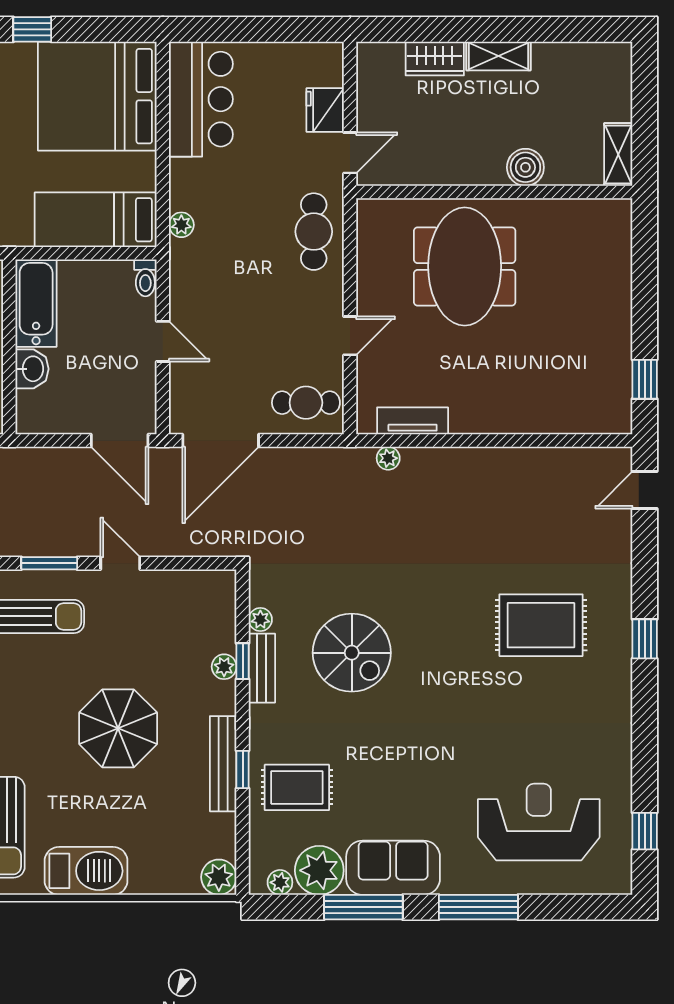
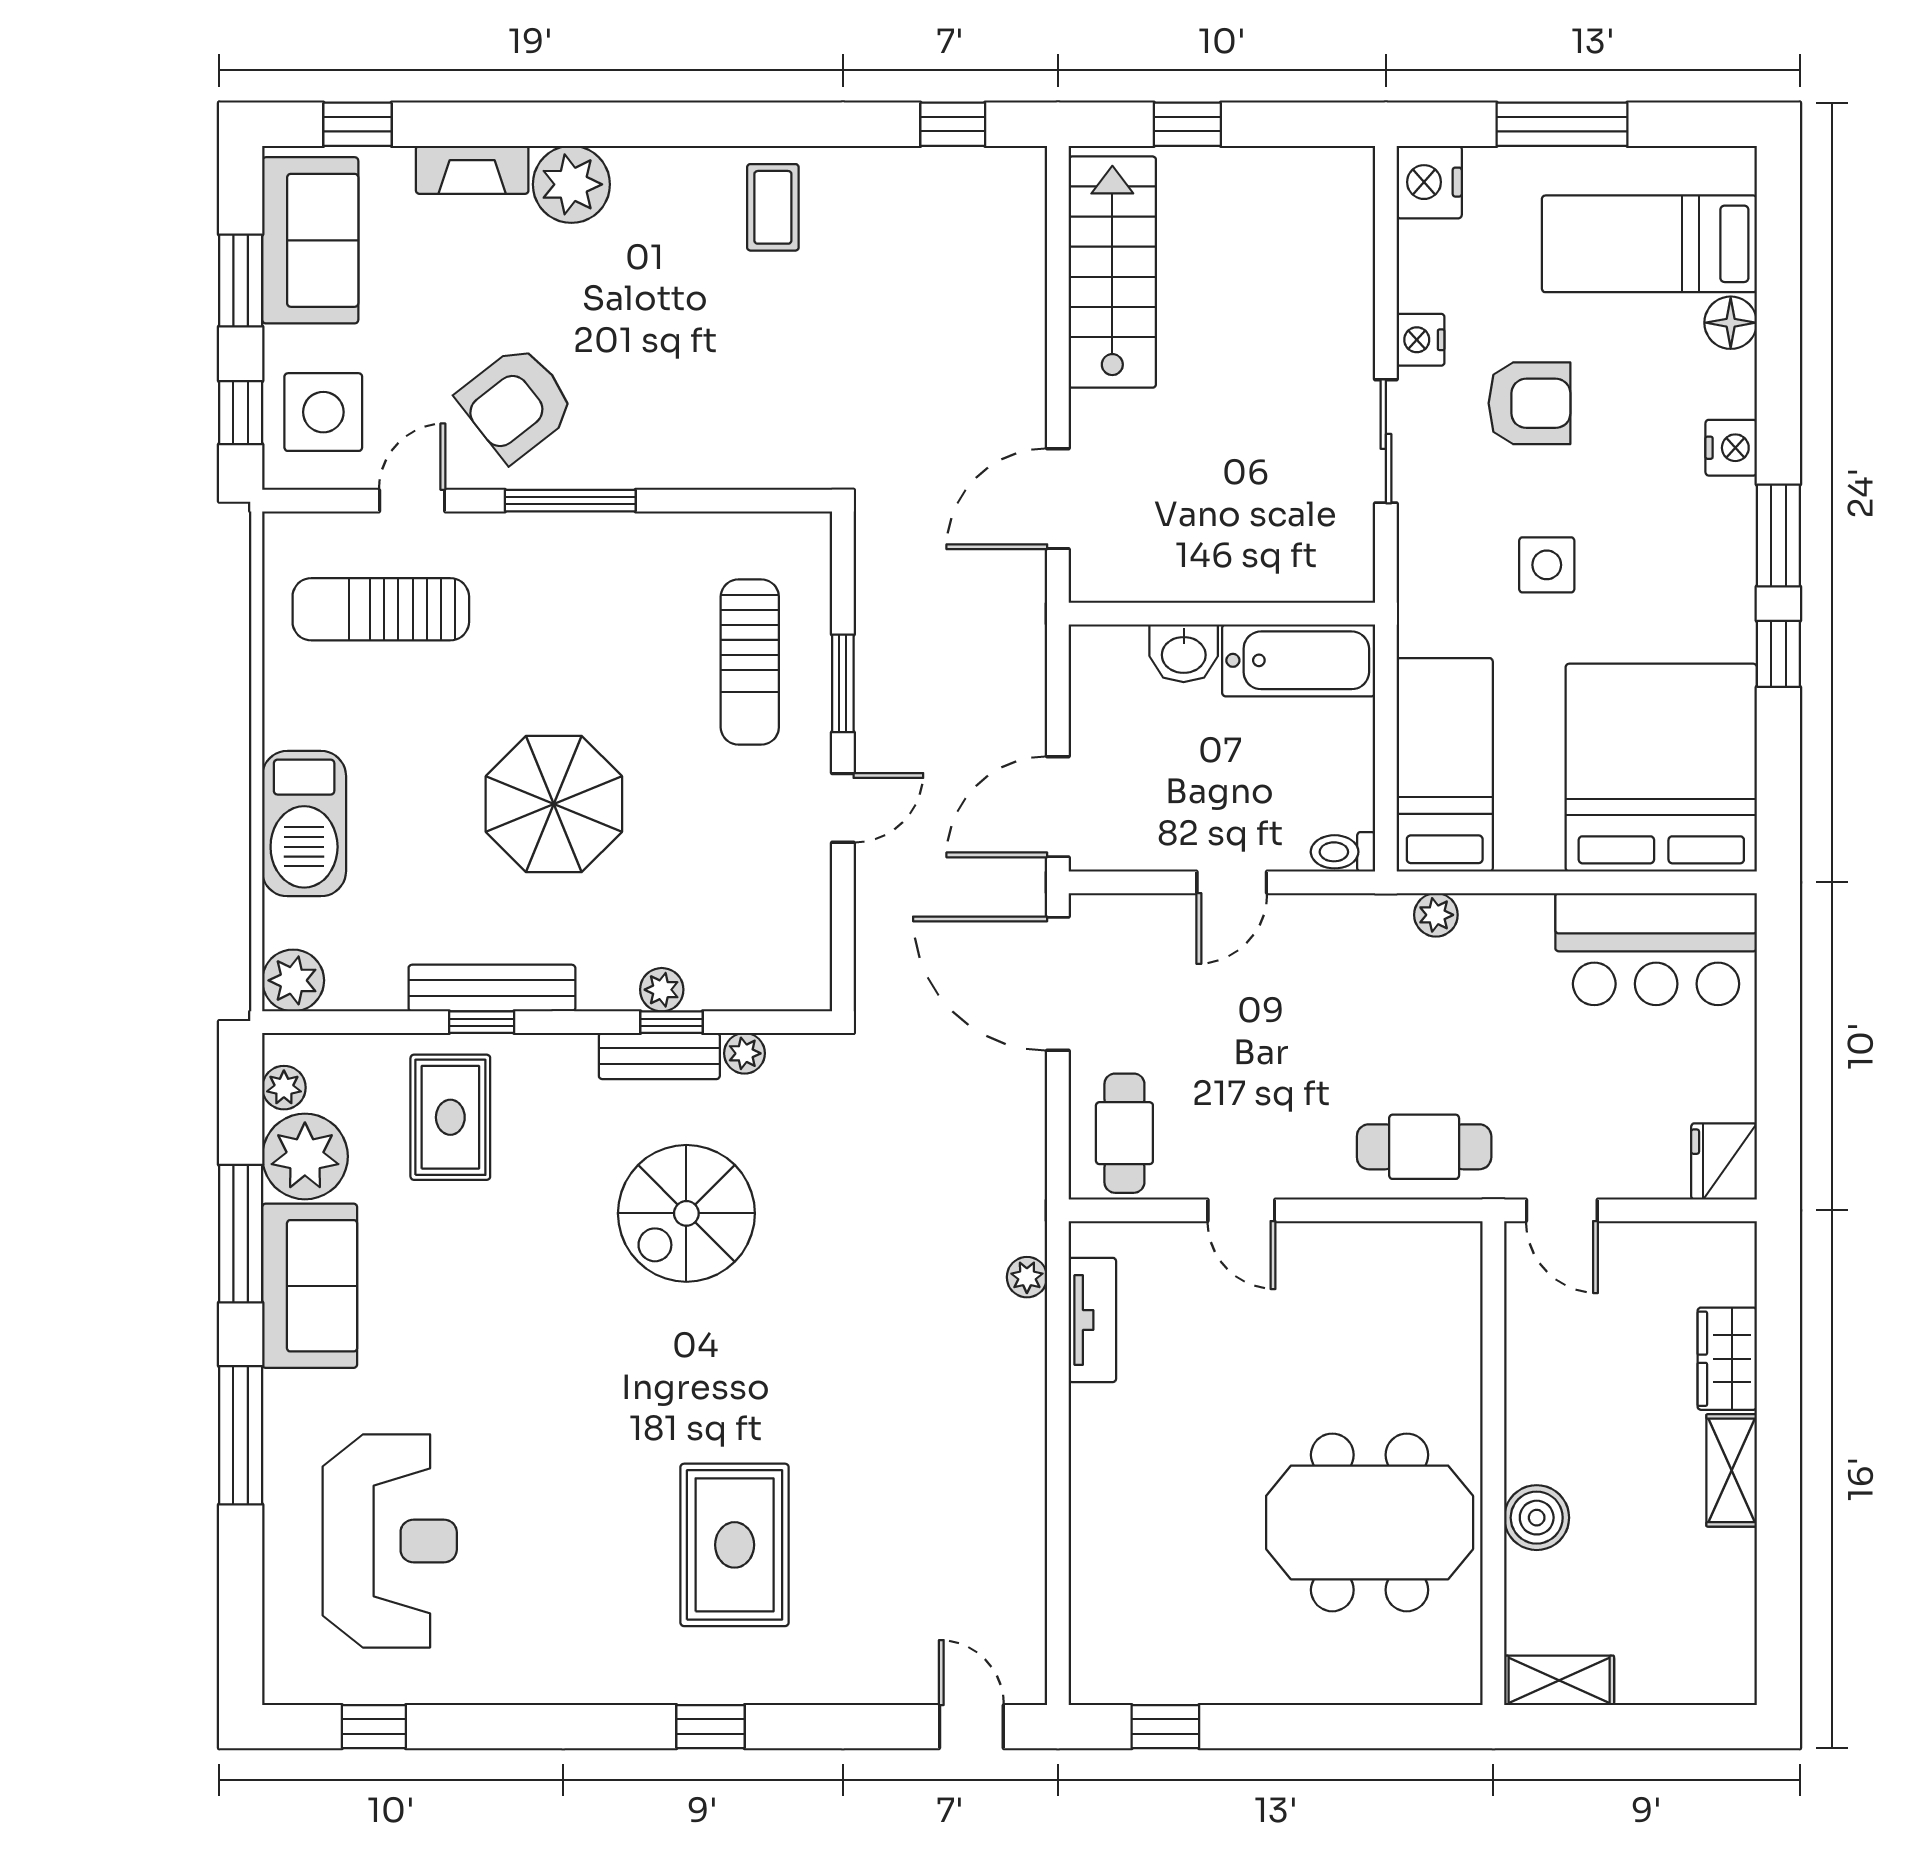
fridge: (325, 110) -> (1724, 1161), moved, turned -90
meeting table: (465, 266) -> (1370, 1522), moved
barbecue: (86, 871) -> (304, 824), moved

